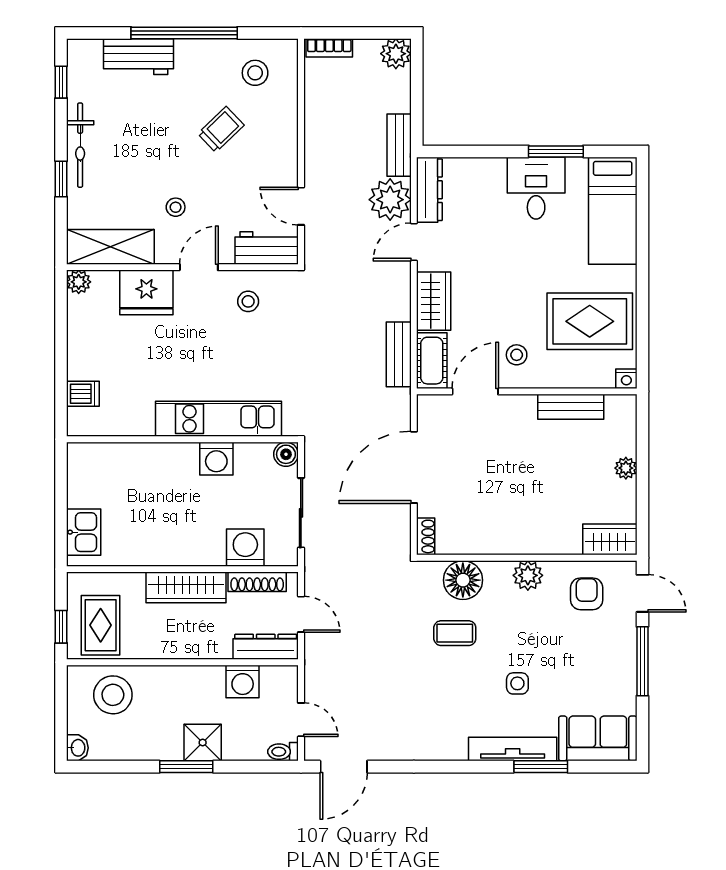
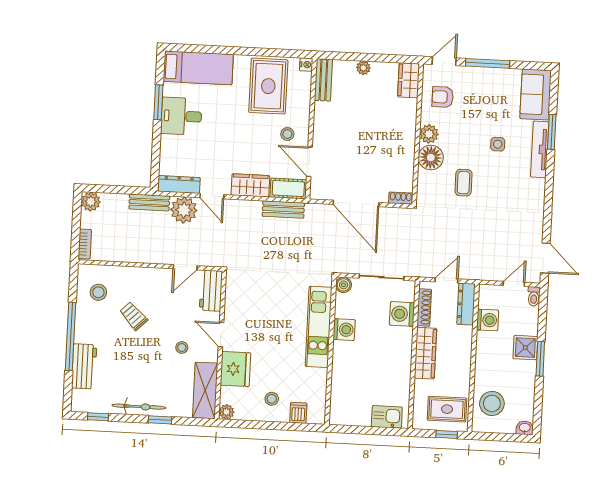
stool: (248, 301) -> (272, 399), moved
bench: (571, 407) -> (323, 80), moved
floor lamp: (463, 580) -> (431, 158), moved

